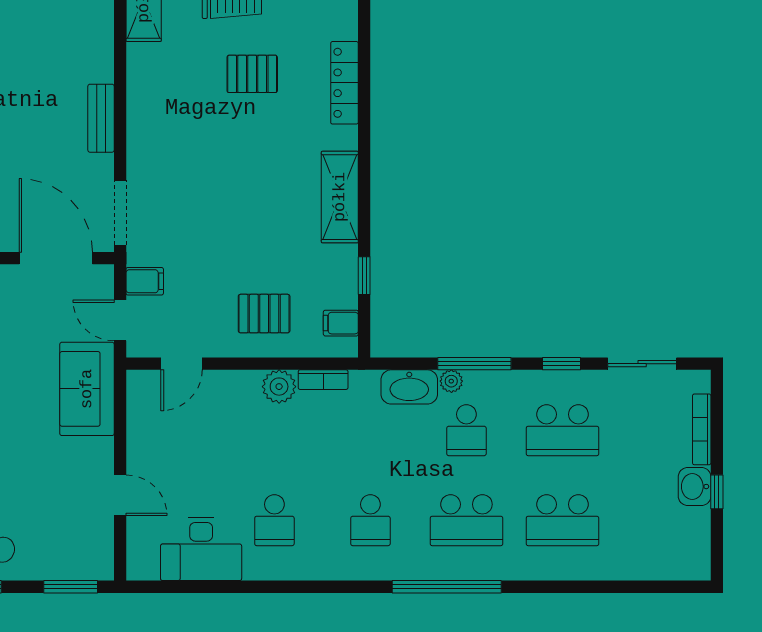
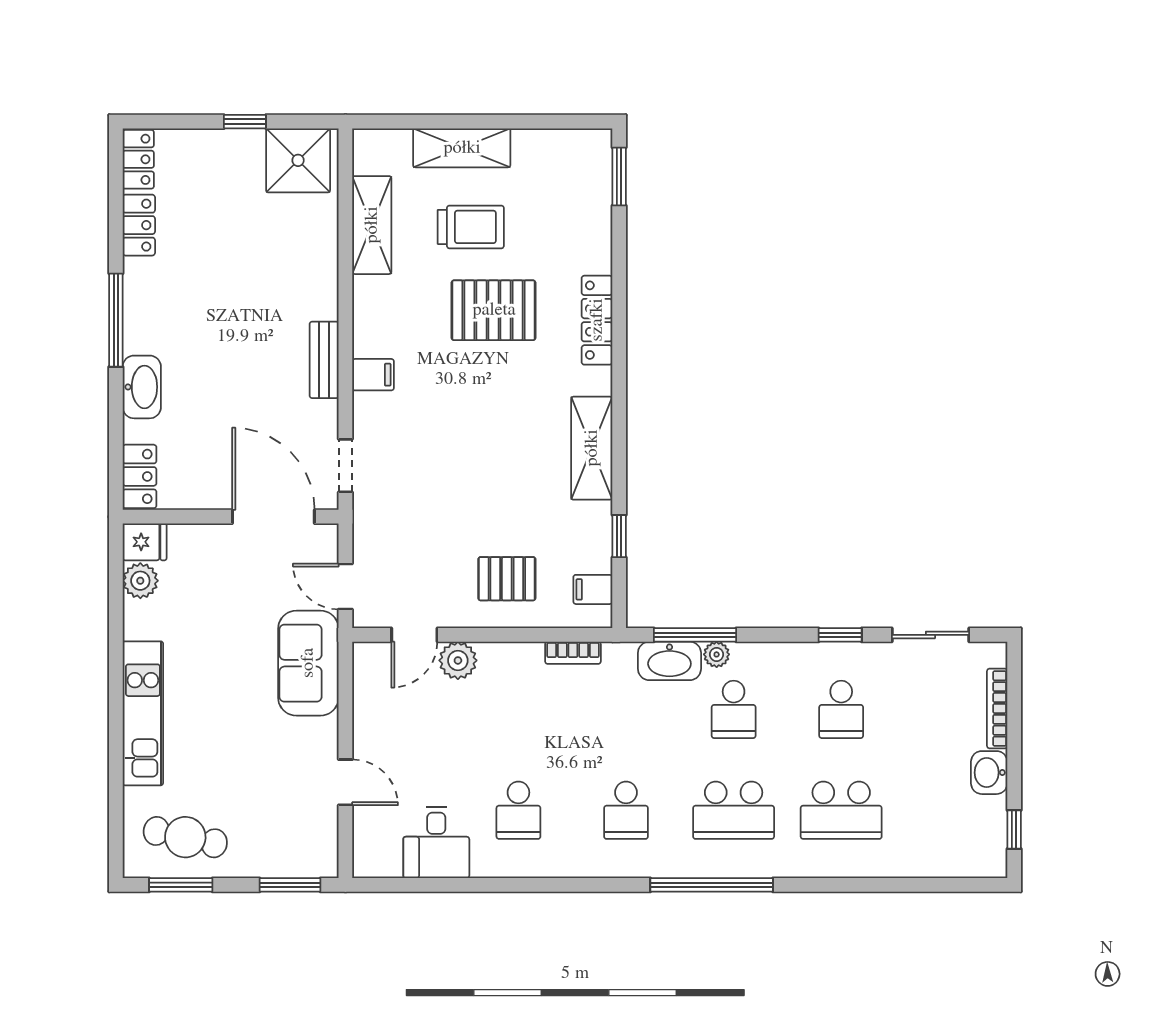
pallet: (252, 74) -> (494, 310), width x1.50, depth x1.42
doorway: (120, 213) -> (345, 466), width x0.73
filing cabinet: (145, 281) -> (373, 375), moved
window: (474, 364) -> (695, 635), moved
plant: (279, 387) -> (458, 660), moved
school desk: (562, 430) -> (841, 709), width x0.54
window: (717, 492) -> (1014, 829), moved
desk: (201, 549) -> (436, 842), width x0.73

